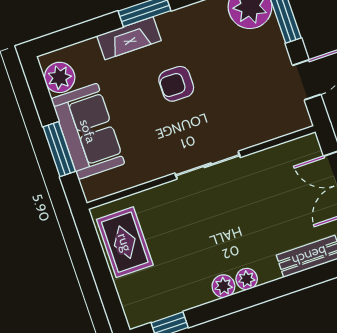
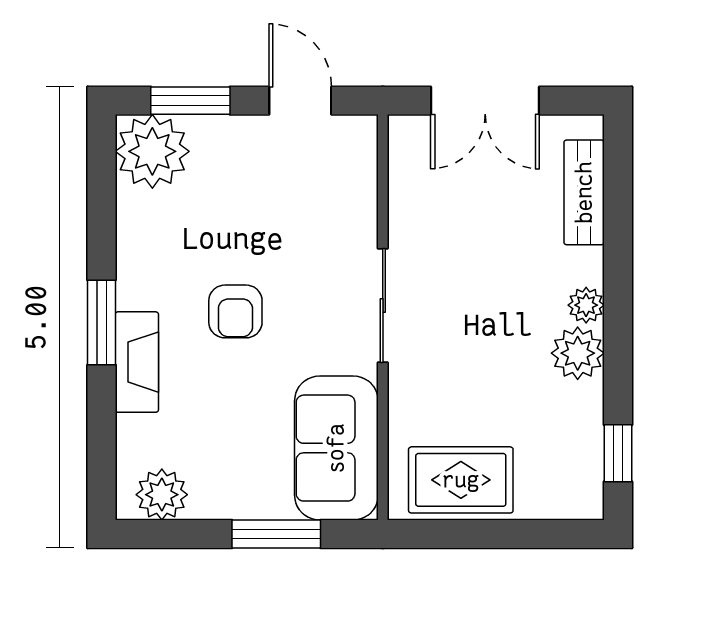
sofa: (88, 131) -> (336, 448), moved, turned -90
plant: (223, 286) -> (578, 353), width x1.38, depth x1.38

